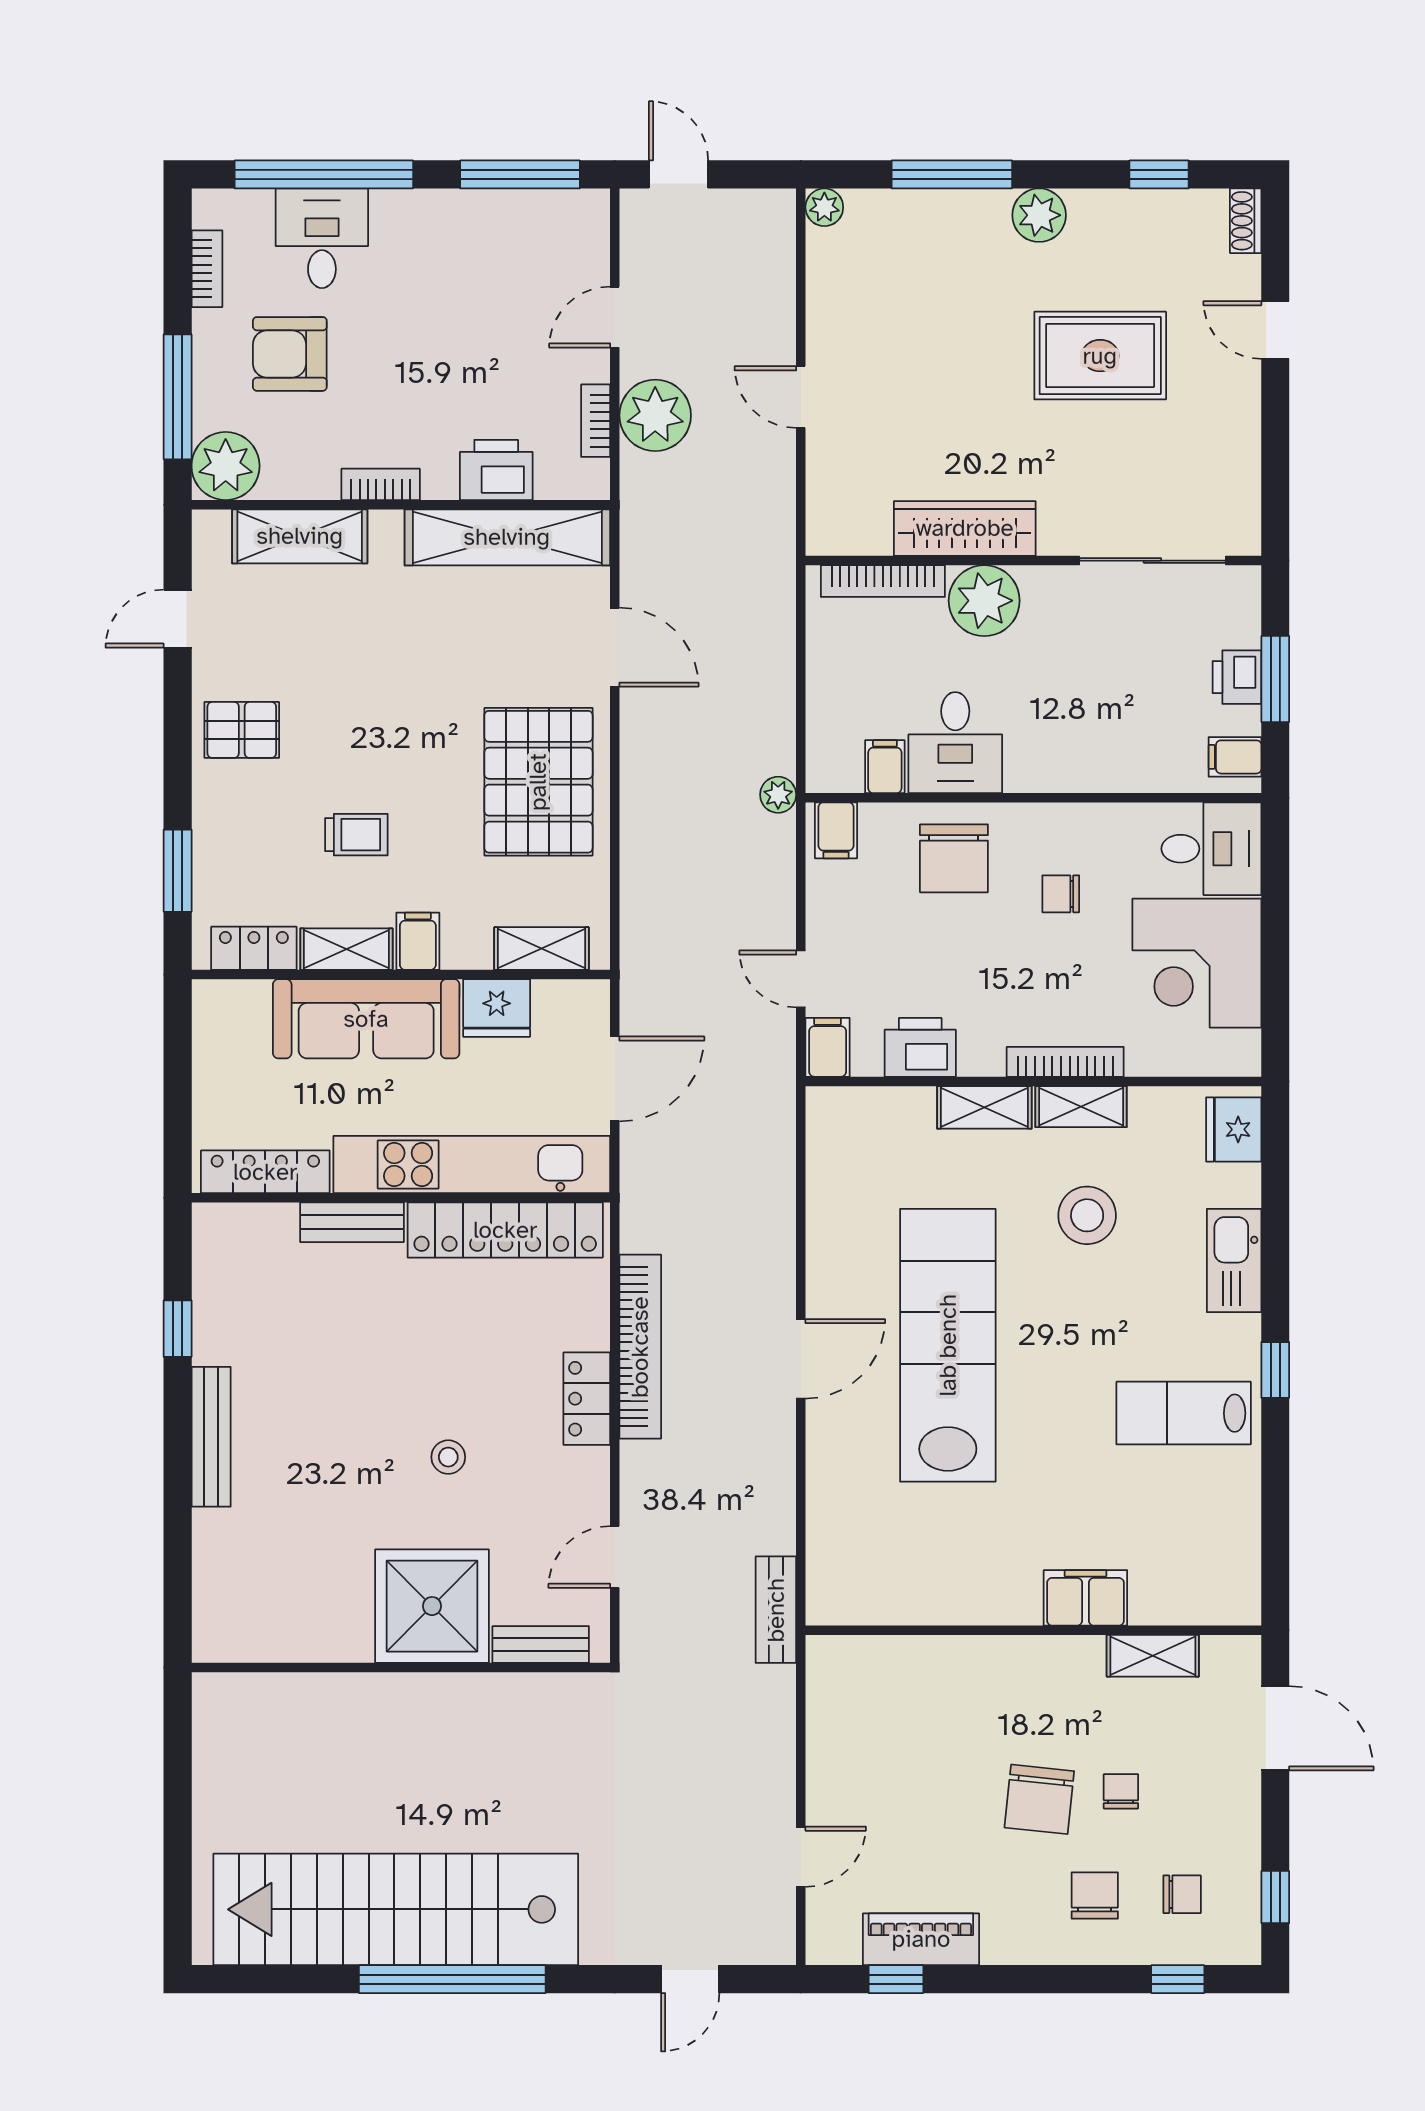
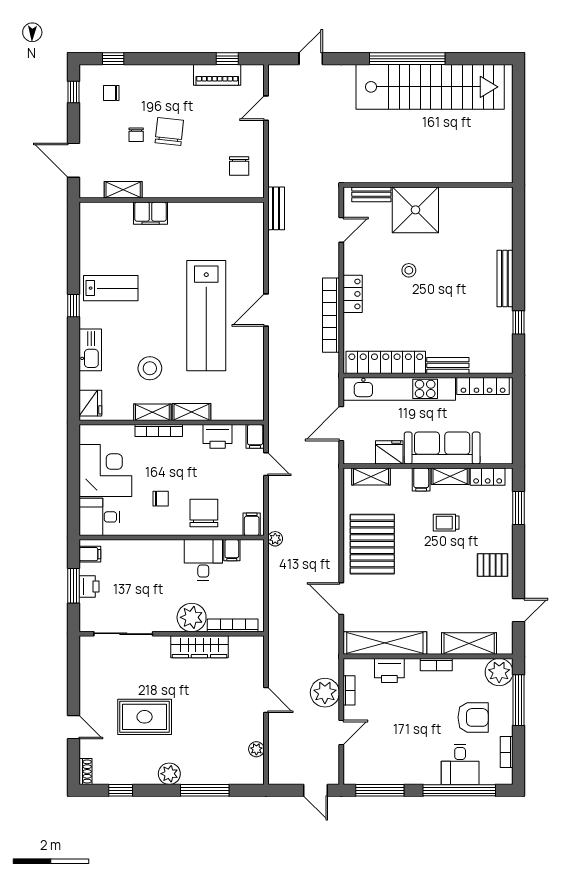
plant: (824, 207) -> (256, 749), moved
chair: (1095, 1896) -> (239, 166), moved

